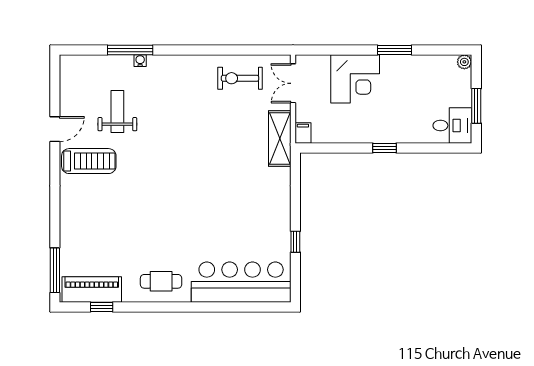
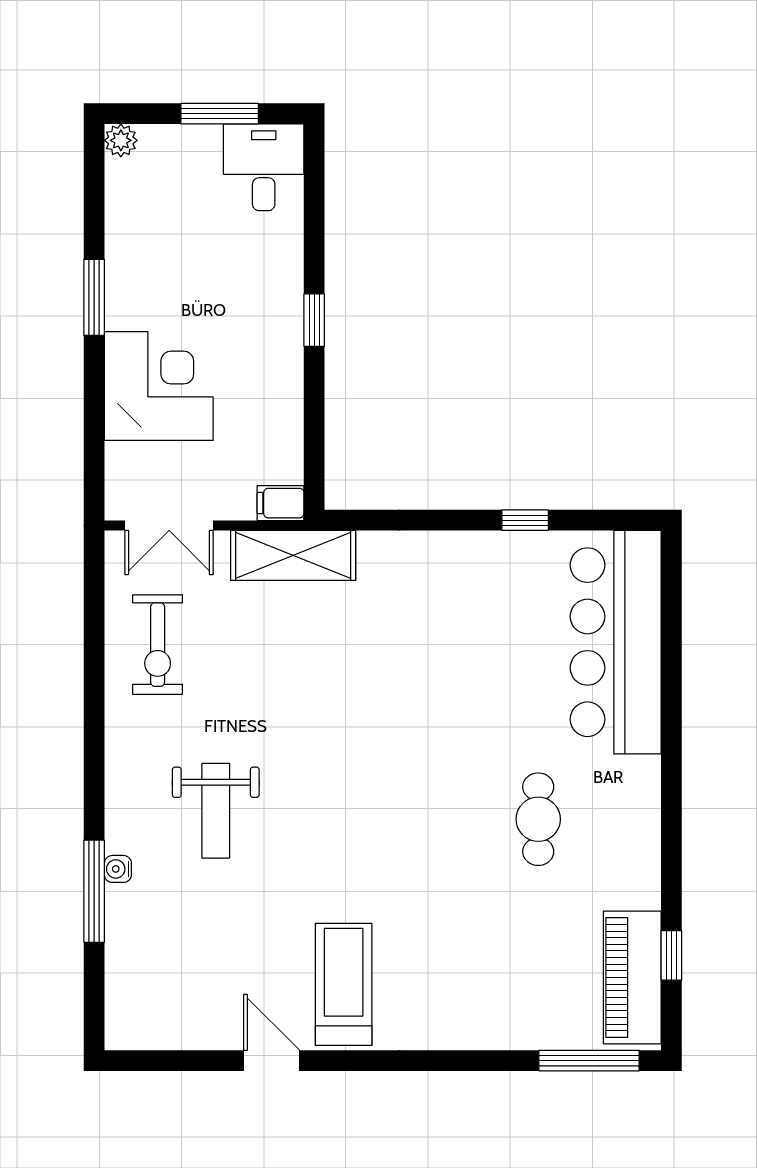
weight bench: (117, 112) -> (216, 811), moved, turned -90
cafe table: (161, 281) -> (538, 819), moved

